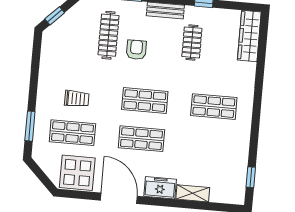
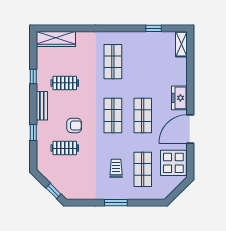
clothes rail: (109, 35) -> (65, 148), width x0.73
armchair: (136, 50) -> (74, 125), turned 180
window: (30, 126) -> (116, 203), moved
window: (251, 177) -> (153, 28), moved
shelving: (193, 193) -> (181, 44), moved

